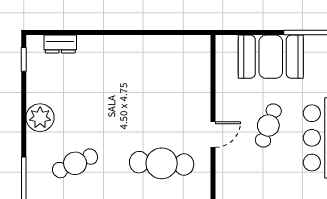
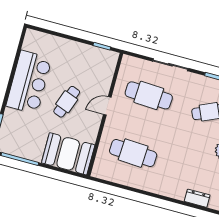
booth: (271, 57) -> (68, 154), moved
cafe table: (162, 81) -> (133, 153), added

